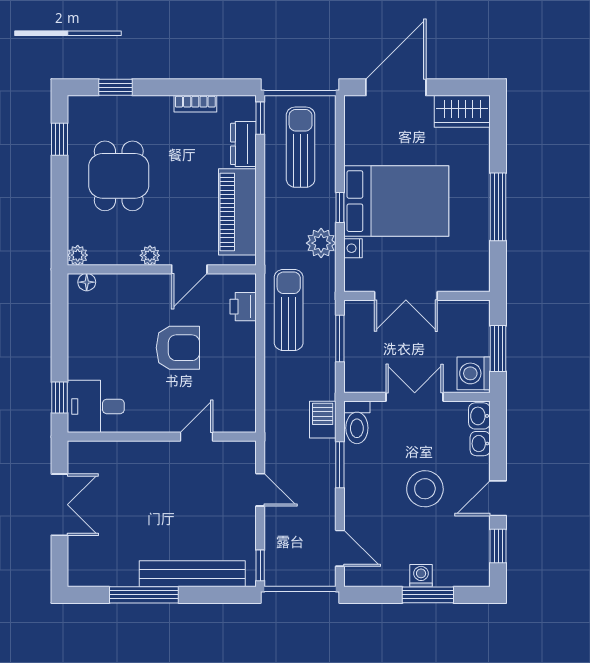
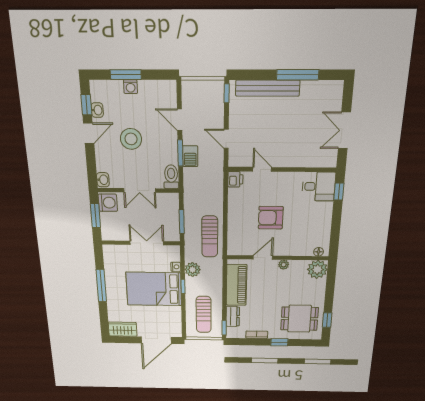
window: (116, 87) -> (279, 342), moved
dining table: (119, 176) -> (299, 319), moved, turned 90
plant: (78, 255) -> (317, 269), width x1.88, depth x1.88
printer: (243, 307) -> (235, 179), moved
barbecue: (323, 420) -> (190, 156), moved
door: (196, 437) -> (262, 169), swing flipped
washbasin: (480, 444) -> (97, 110), moved
door: (340, 548) -> (180, 120), moved

